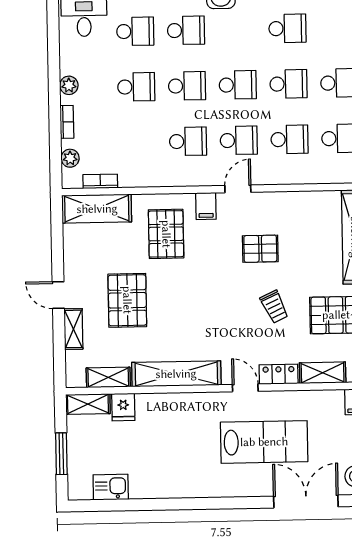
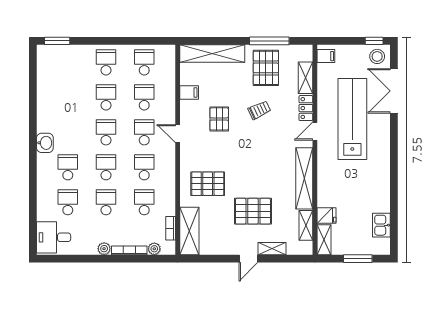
school desk: (287, 28) -> (144, 202), moved
bookcase: (67, 122) -> (129, 250), width x1.56
filing cabinet: (206, 206) -> (189, 93), moved
lab bench: (264, 442) -> (352, 119), width x1.36

